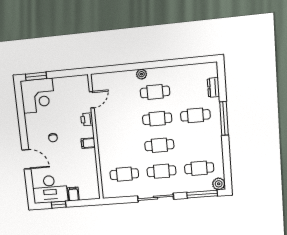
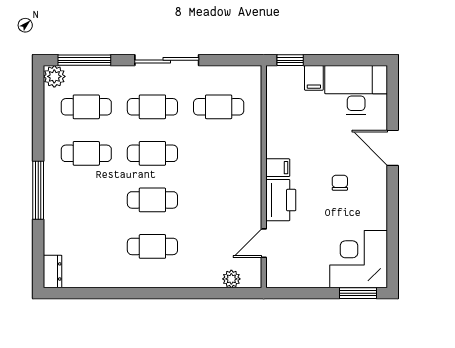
plant: (142, 74) -> (231, 279), moved
dresser: (213, 87) -> (53, 271), moved
cafe table: (195, 115) -> (86, 153), moved
printer: (87, 119) -> (281, 200), width x1.87, depth x1.48
window: (59, 205) -> (290, 60), moved

